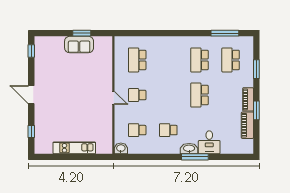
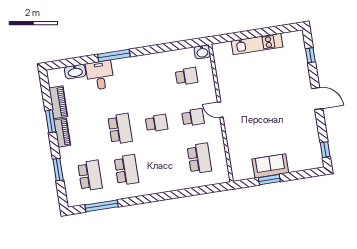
school desk: (168, 130) -> (157, 123), moved
washbasin: (189, 149) -> (75, 72), moved

